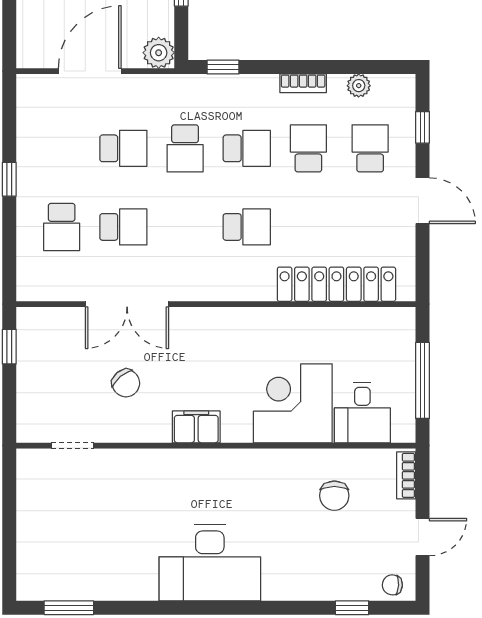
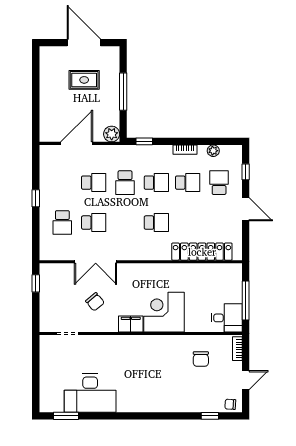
school desk: (308, 148) -> (188, 183), turned 90
corner desk: (293, 403) -> (164, 312), moved
desk: (362, 413) -> (227, 318), moved, turned -90
desk: (210, 563) -> (90, 393), moved

